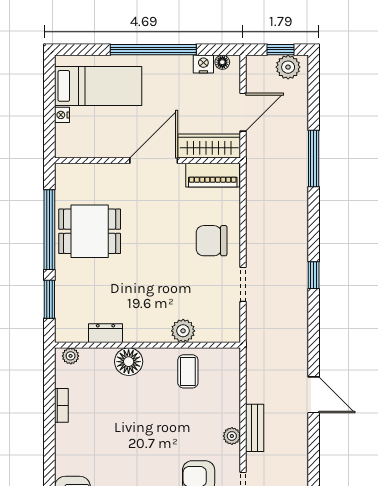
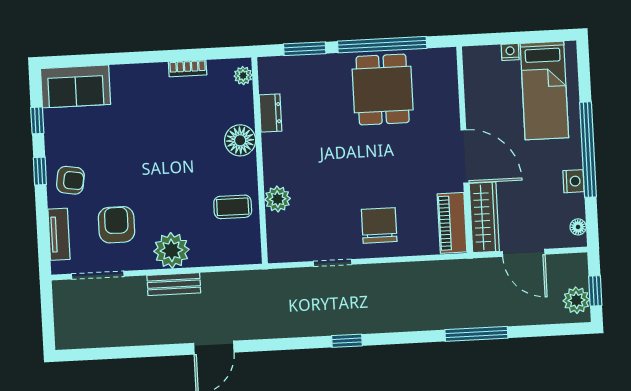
nightstand: (203, 64) -> (573, 181), moved
plant: (232, 436) -> (171, 250), width x1.88, depth x1.88

